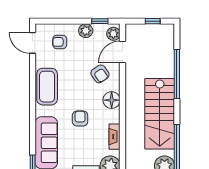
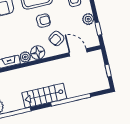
plant: (113, 34) -> (25, 57), moved
stairs: (160, 114) -> (44, 96), width x0.73, depth x0.66
armchair: (80, 118) -> (43, 21), moved

